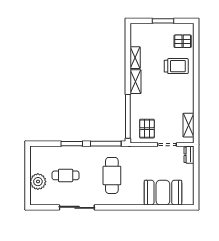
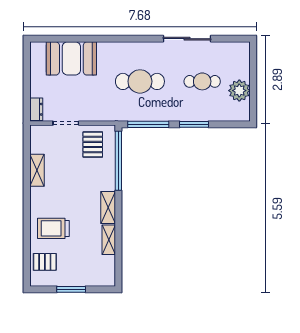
shelving: (188, 125) -> (37, 170), moved
cafe table: (112, 175) -> (140, 81), turned 90
plant: (38, 182) -> (239, 91), moved

